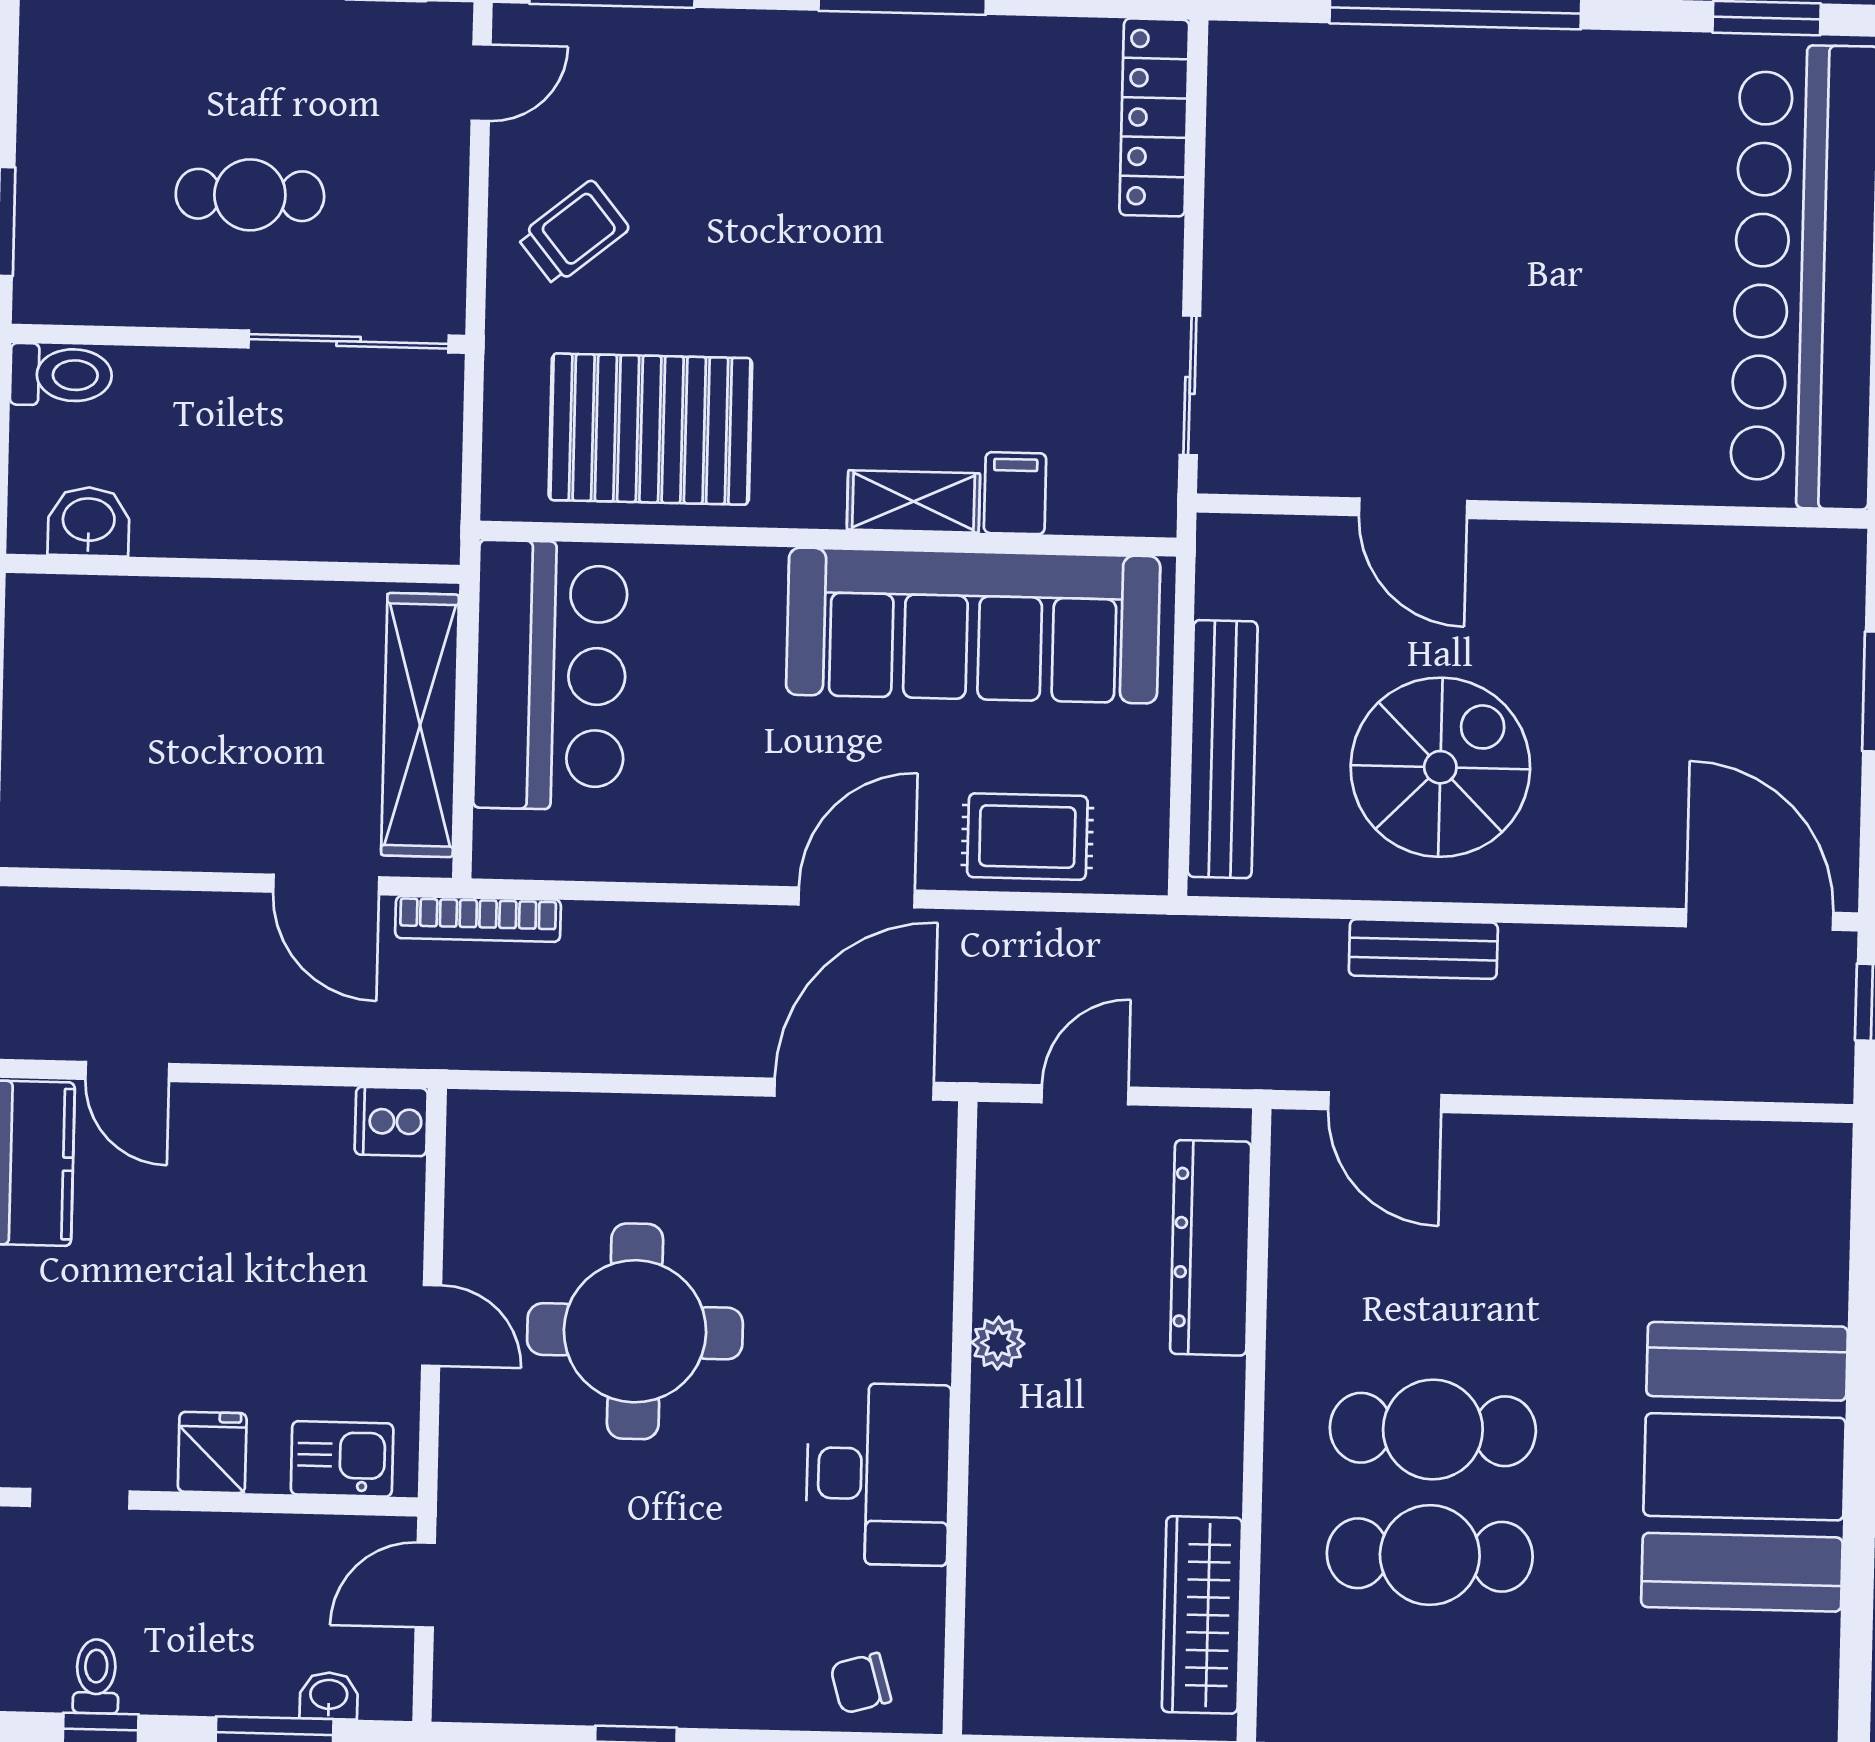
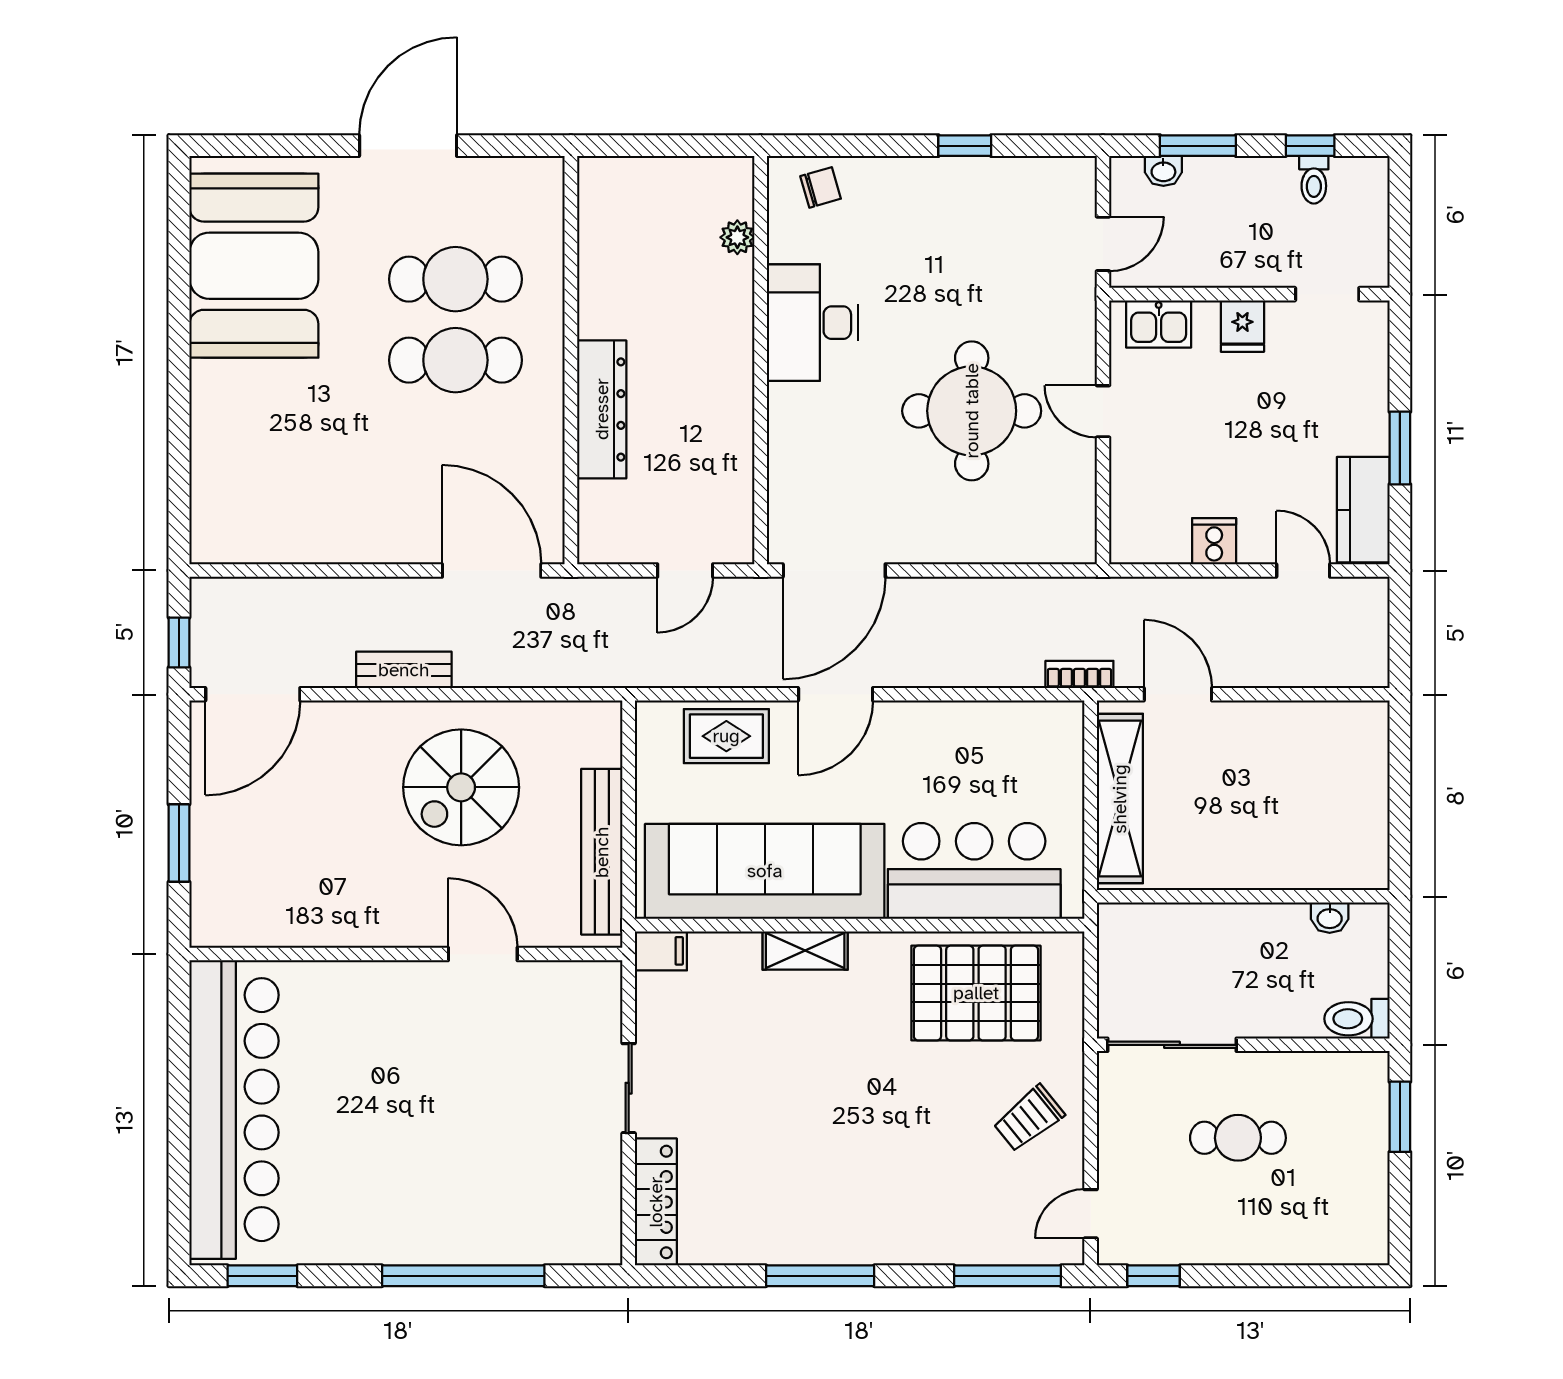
sliding door: (1190, 385) -> (629, 1088), moved
filing cabinet: (1015, 493) -> (661, 951), moved, turned -90
washbasin: (89, 522) -> (1330, 918), width x0.72, depth x0.69
bar counter: (551, 675) -> (974, 871), moved, turned 90
bench: (1223, 749) -> (602, 852), moved
bookcase: (478, 919) -> (1079, 674), width x0.64
door: (1760, 919) -> (253, 694), hinge flipped
bench: (1423, 949) -> (404, 670), moved
door: (1385, 1102) -> (492, 570), width x1.36
cooker: (391, 1121) -> (1214, 541), moved, turned -90
dresser: (1211, 1248) -> (602, 409), moved
plant: (998, 1343) -> (737, 237), moved
booth: (1745, 1467) -> (254, 266), moved
wardrobe: (1202, 1615) -> (602, 237), removed

